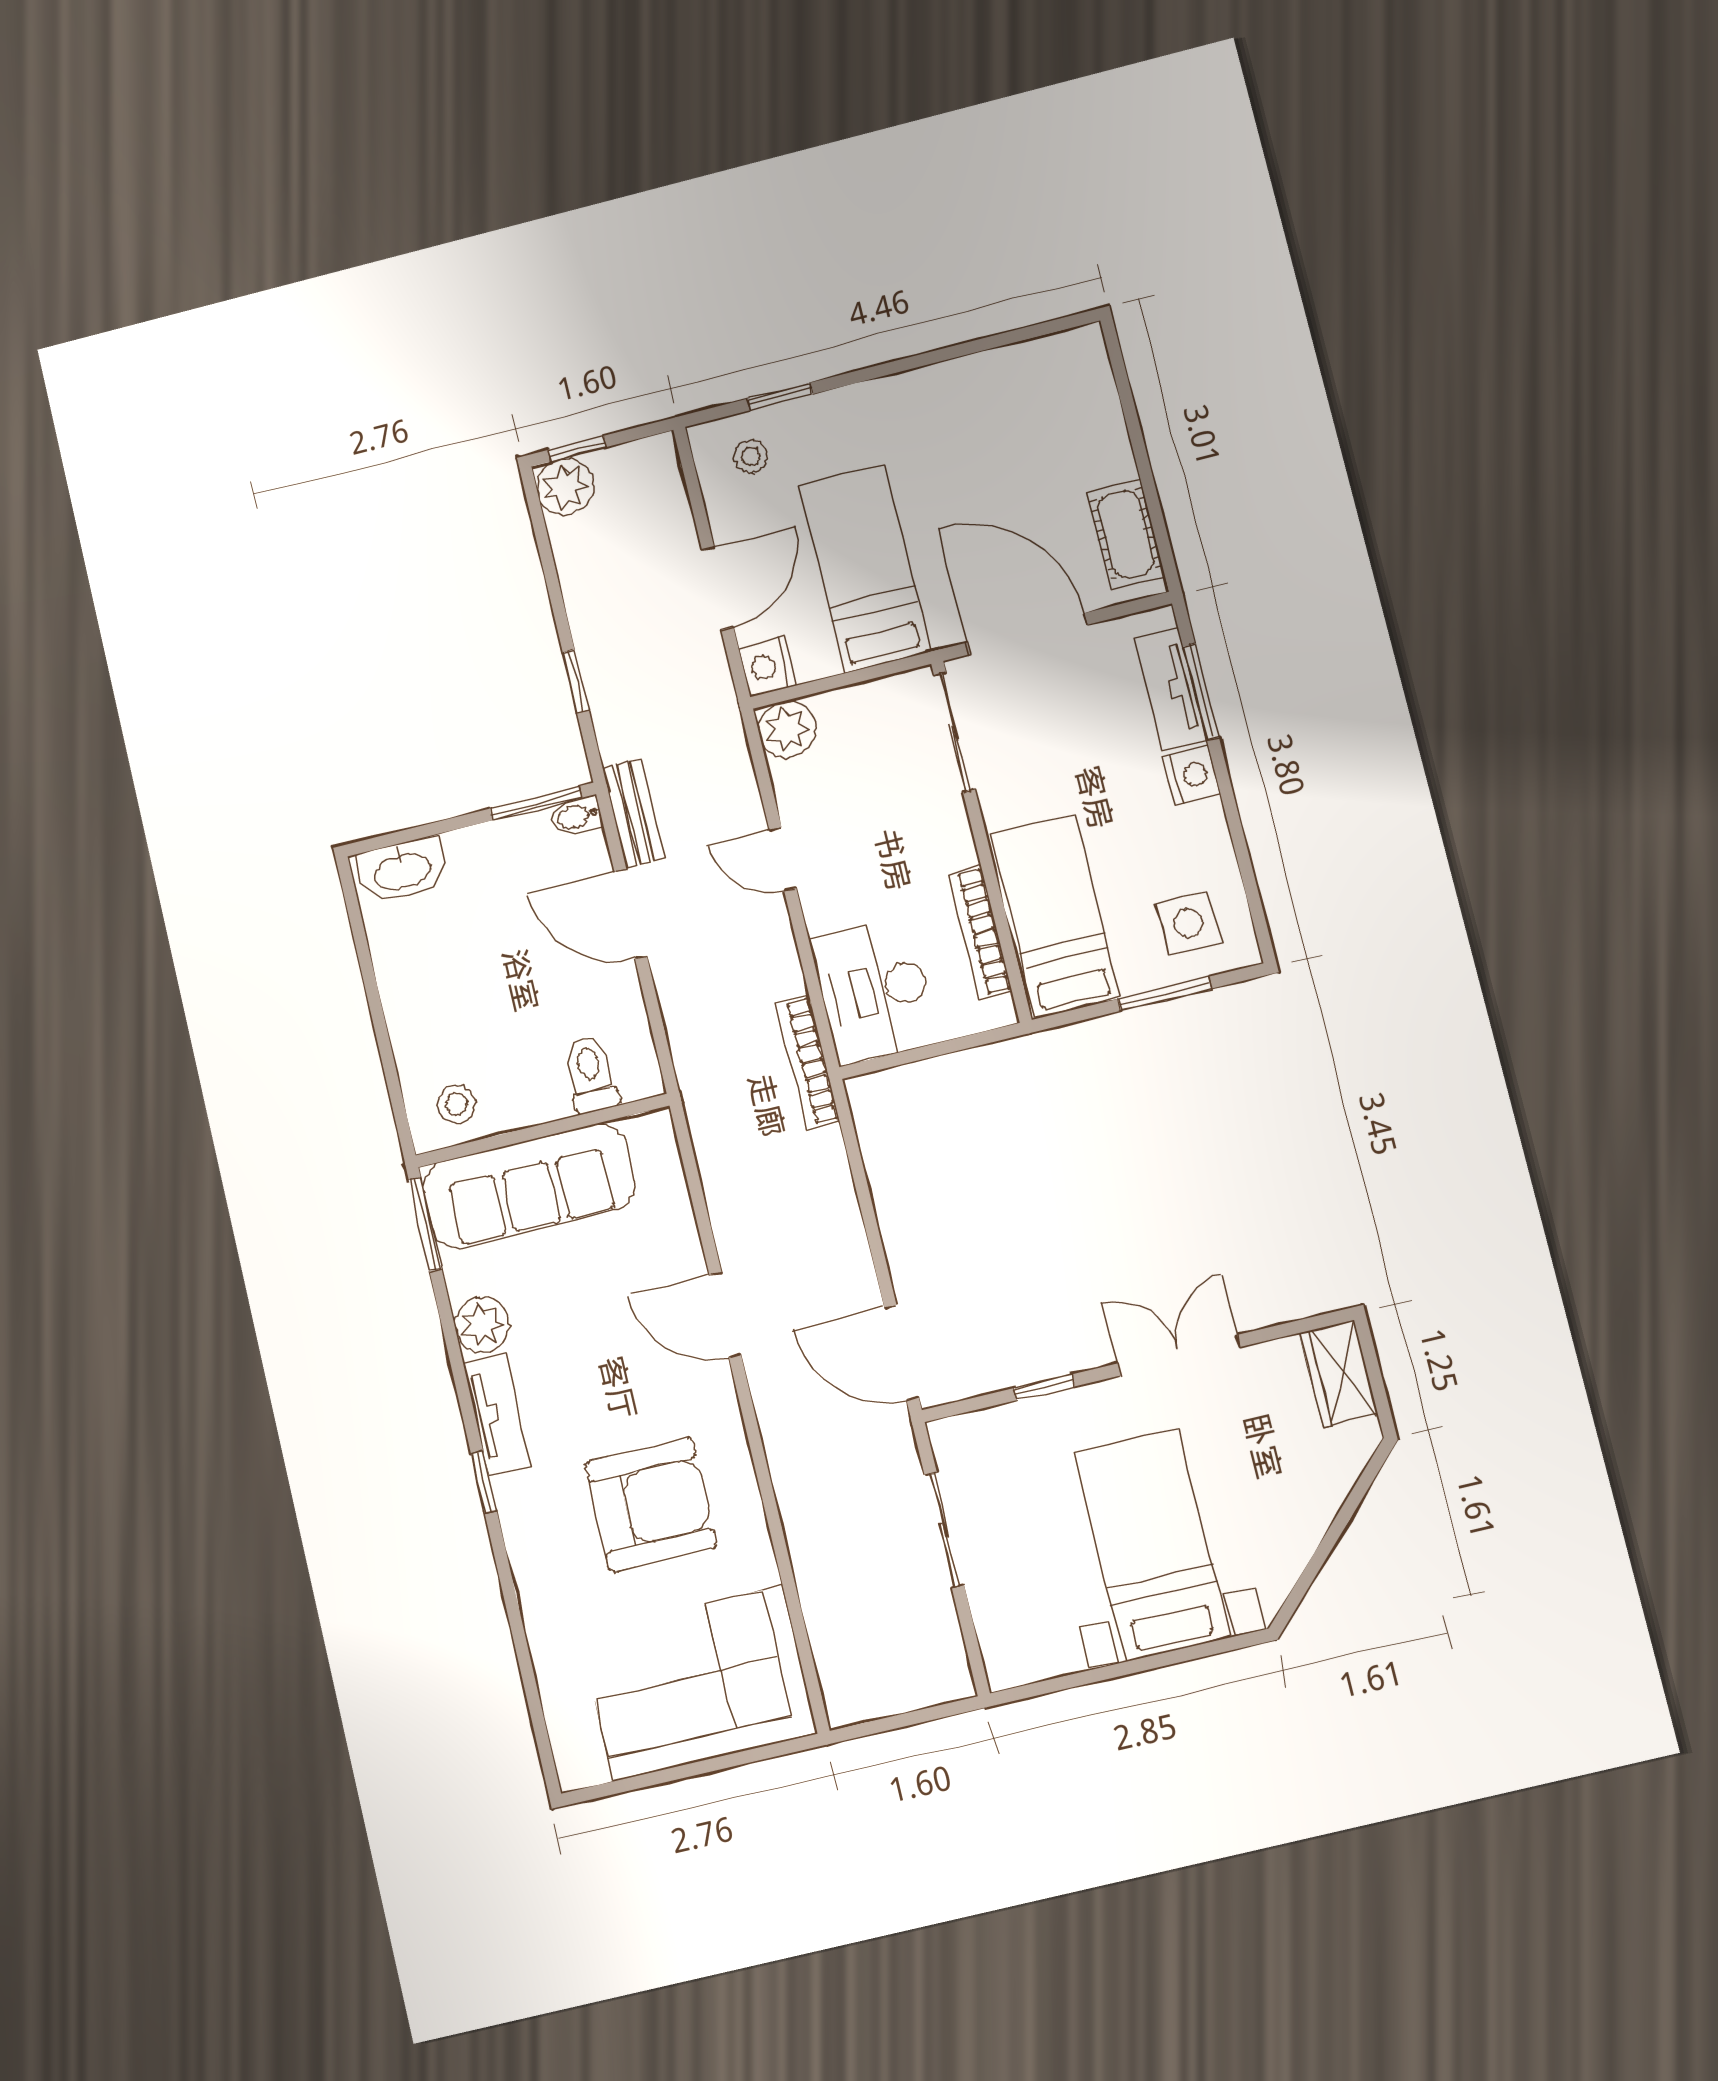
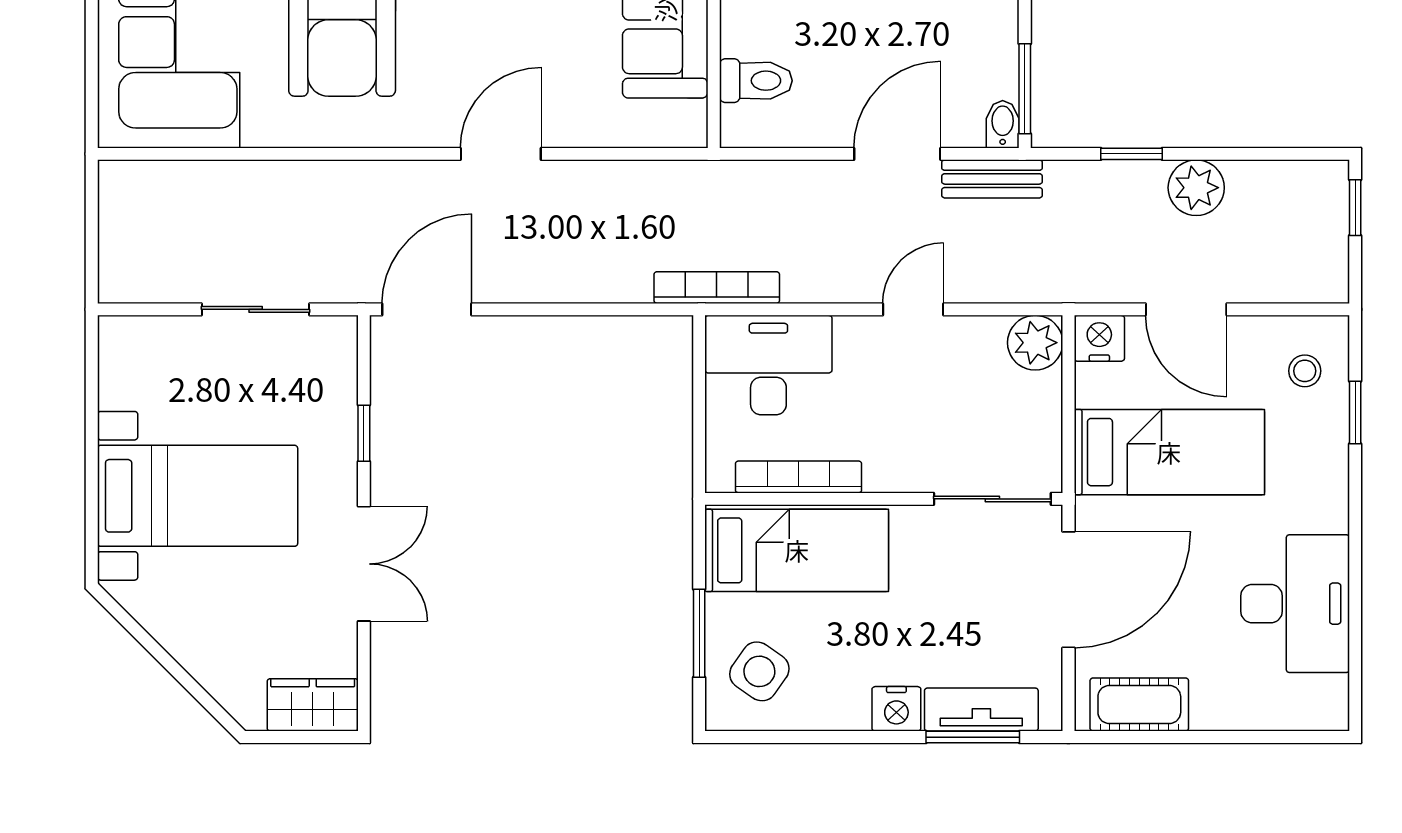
desk: (986, 406) -> (1295, 604), added
plant: (565, 487) -> (1196, 188), moved
side table: (1188, 923) -> (759, 671), turned 35

